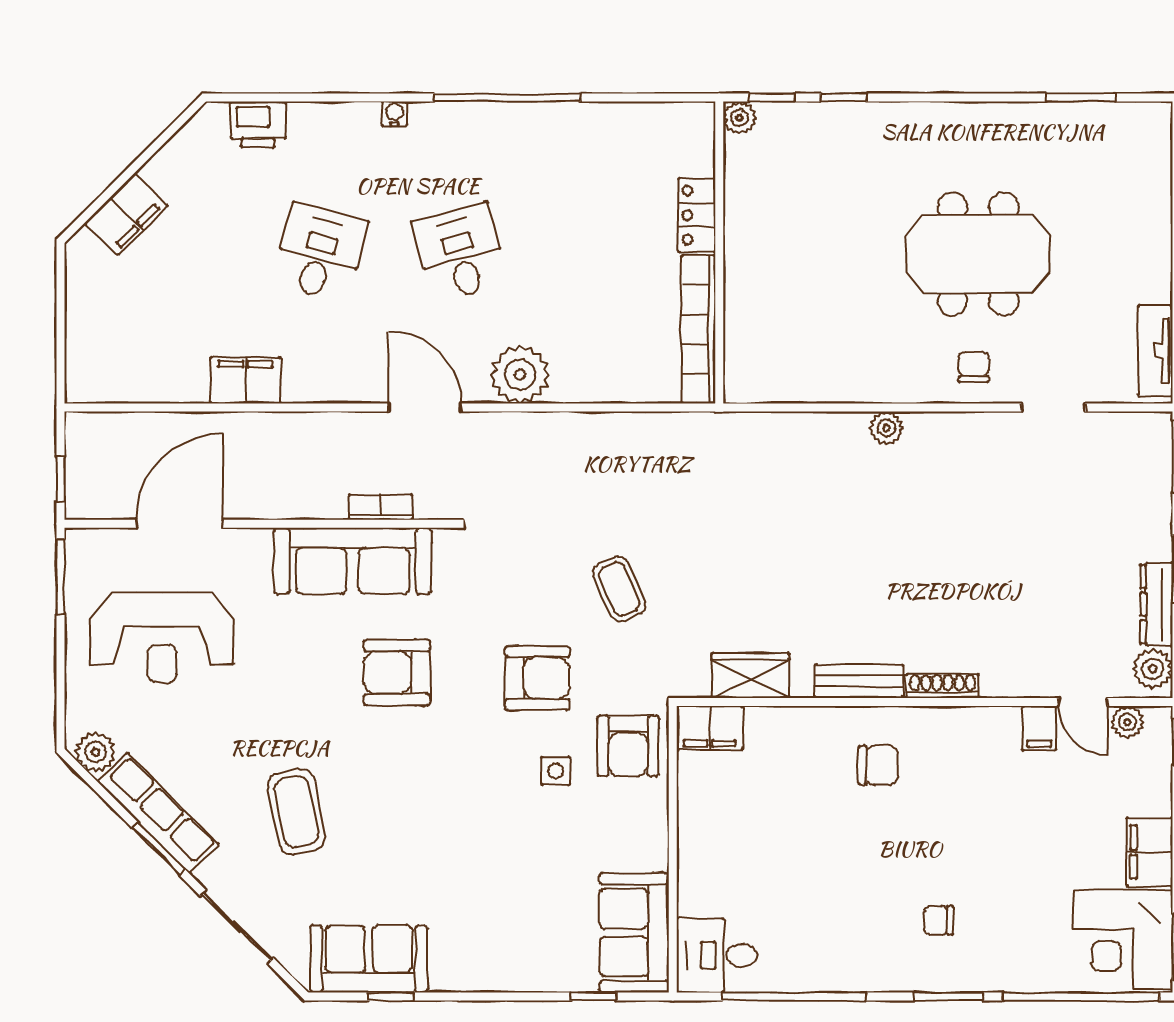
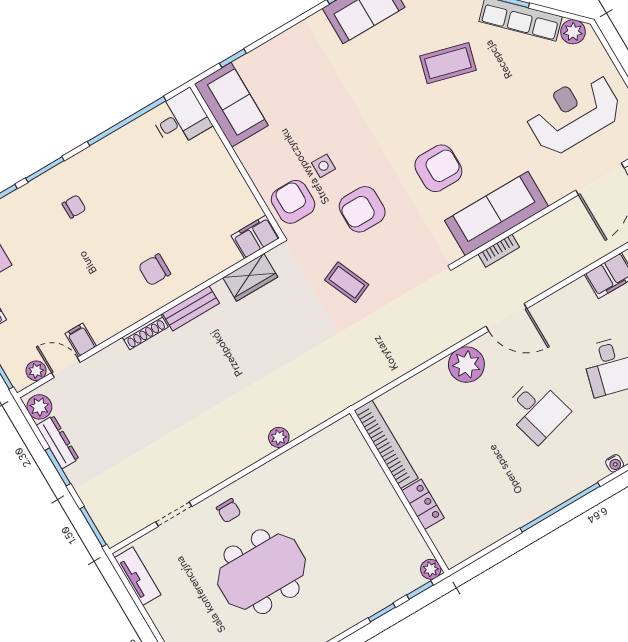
plant: (886, 428) -> (279, 437), moved
coffee table: (296, 812) -> (448, 63), turned -64

